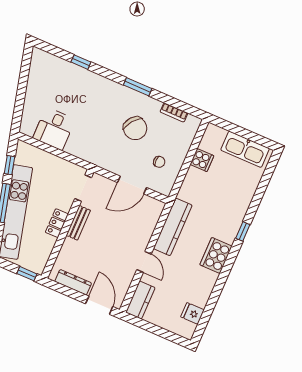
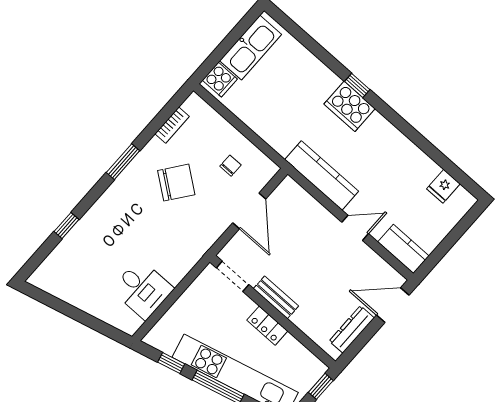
cooker: (202, 160) -> (220, 80), moved, turned 90
cooker: (216, 255) -> (350, 106), moved

